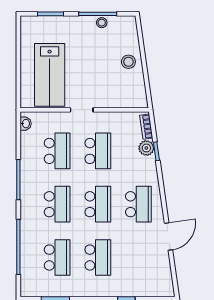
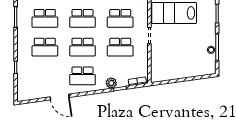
stool: (128, 62) -> (183, 69), removed
plant: (146, 148) -> (111, 83), moved

